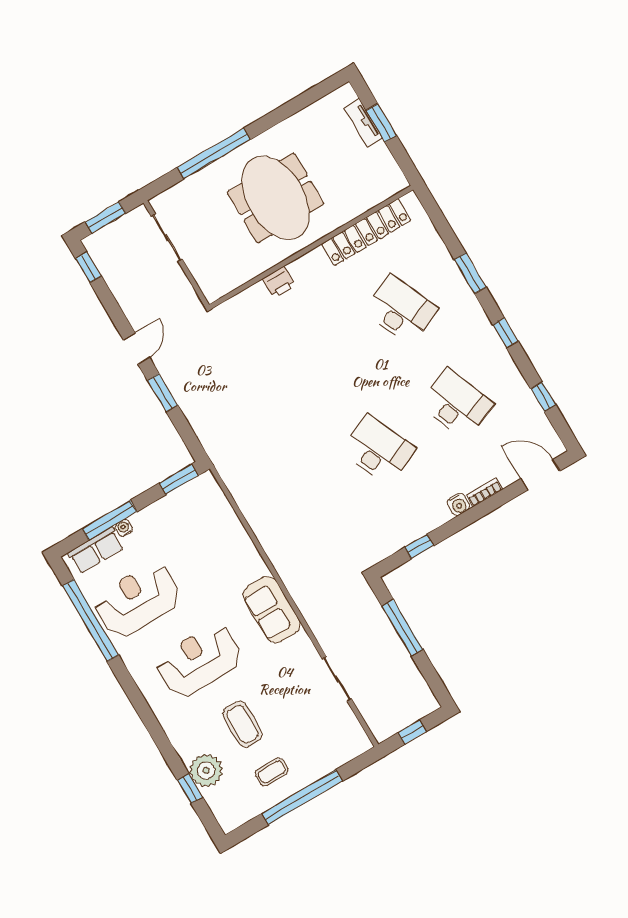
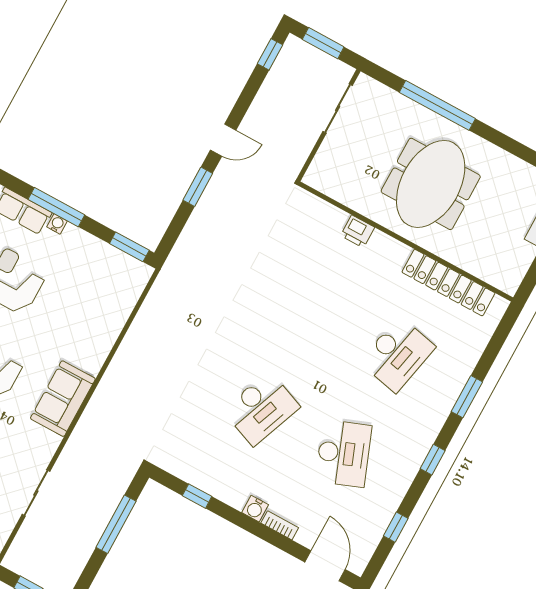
desk: (401, 310) -> (398, 354), turned 36
desk: (378, 450) -> (261, 409), turned 45

